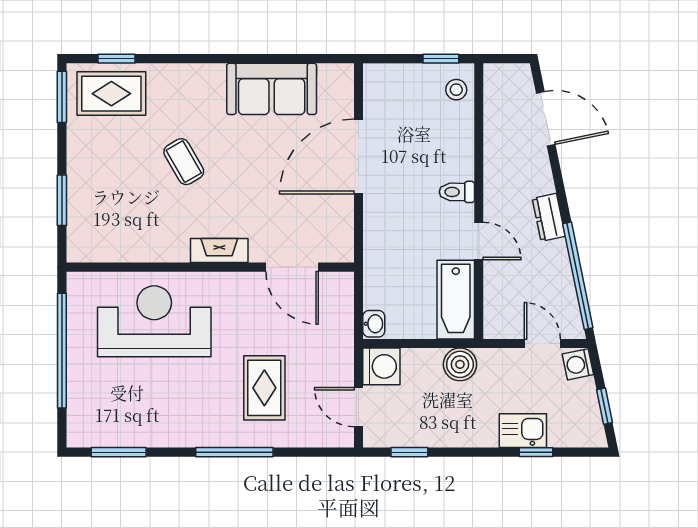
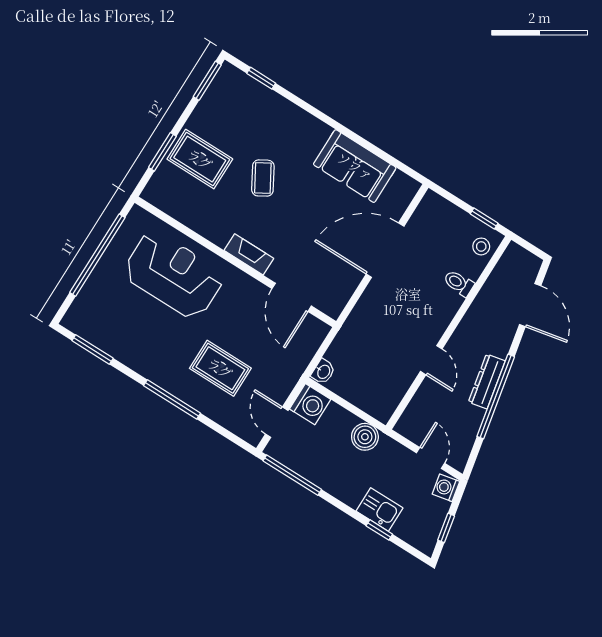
rug: (111, 94) -> (200, 159), moved
toilet: (457, 192) -> (459, 283), moved
dresser: (549, 217) -> (487, 381), width x1.44
window: (578, 276) -> (496, 396), moved
bathtub: (456, 300) -> (390, 390), removed
rug: (264, 388) -> (220, 368), turned 90
window: (409, 452) -> (292, 475), width x2.17

